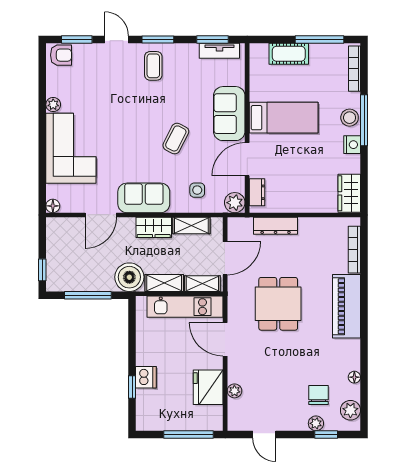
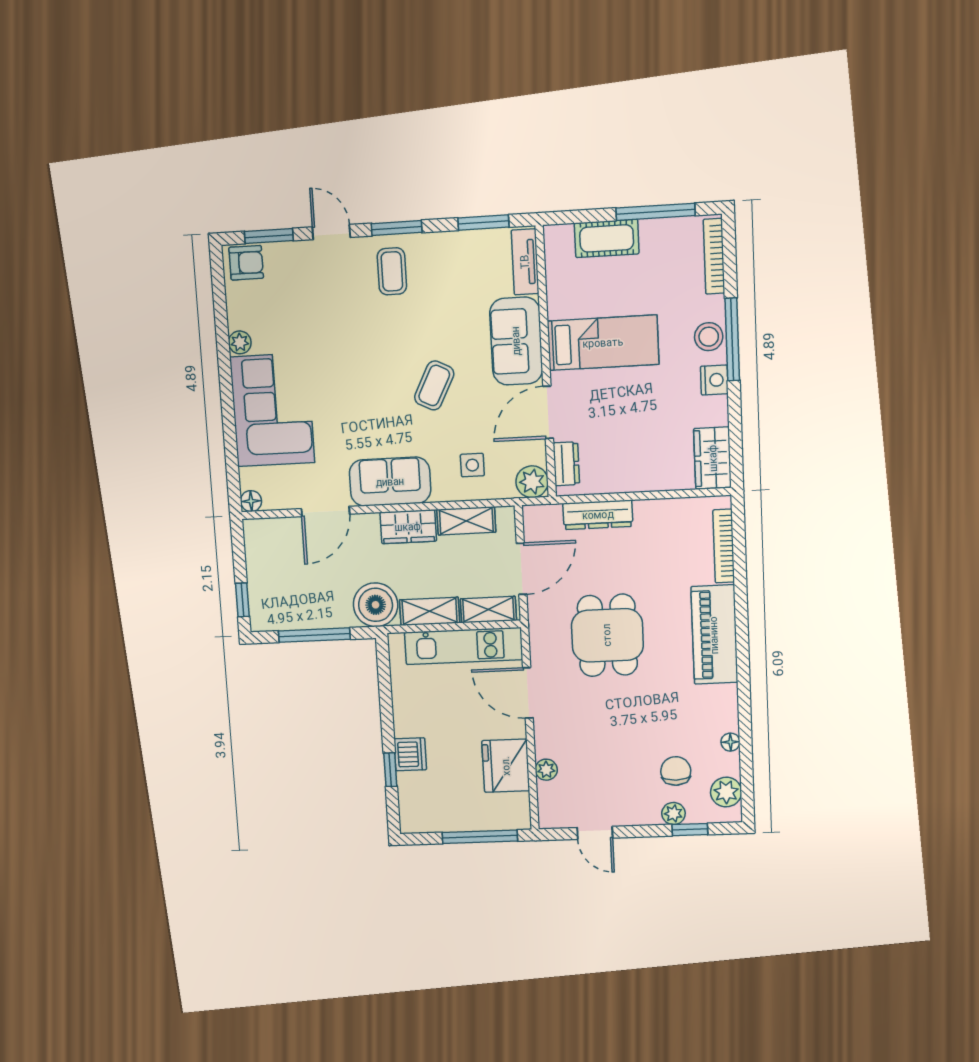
tv unit: (219, 51) -> (525, 262), moved, turned 90

